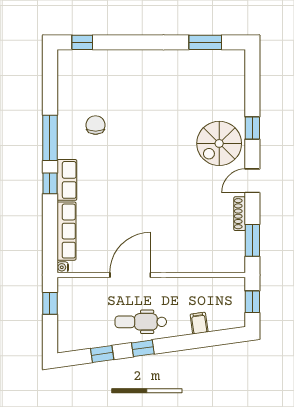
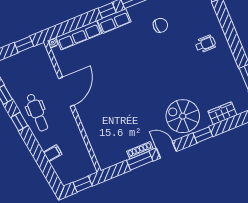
wheelchair: (141, 79) -> (205, 44), added
wardrobe: (236, 93) -> (222, 113), added
window: (252, 240) -> (140, 161), moved
door: (130, 275) -> (66, 92), hinge flipped
dental chair: (141, 322) -> (37, 112), turned 180

